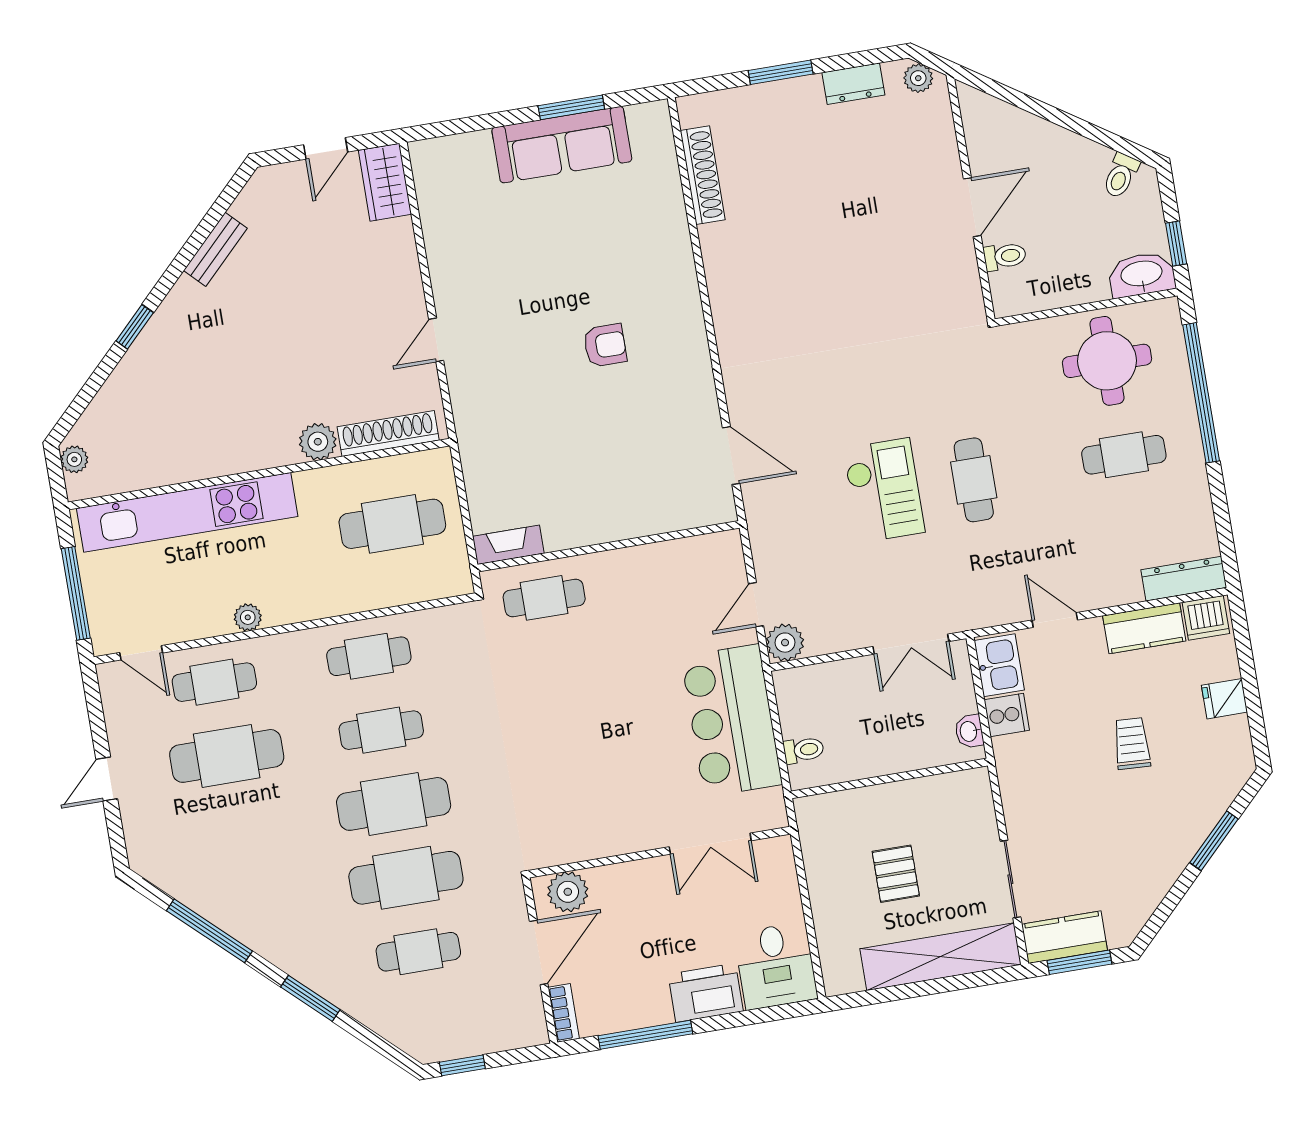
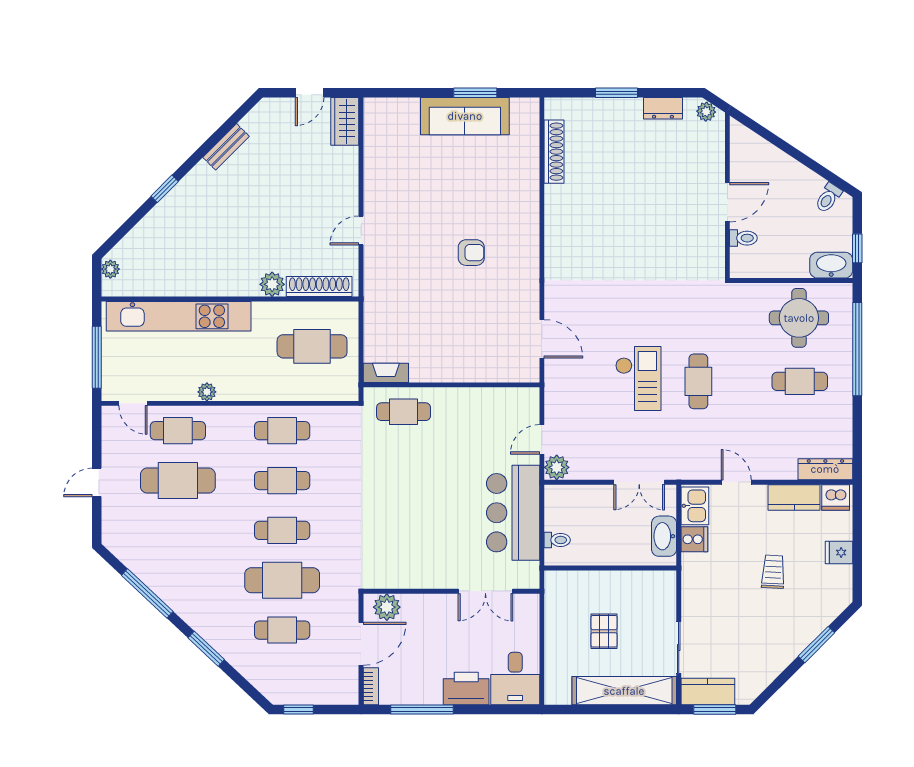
washbasin: (969, 731) -> (664, 536), width x1.91, depth x1.45
cafe table: (394, 804) -> (282, 530), width x0.73, depth x0.74

